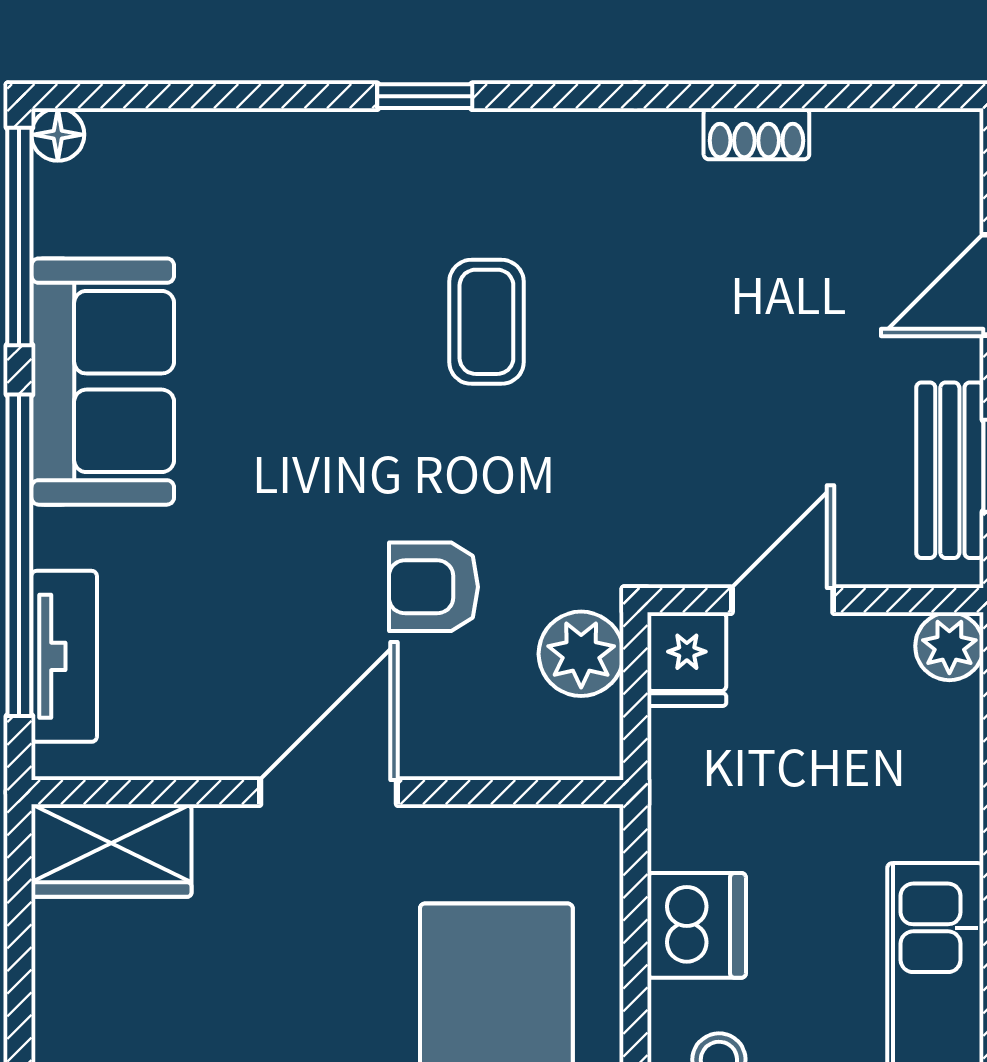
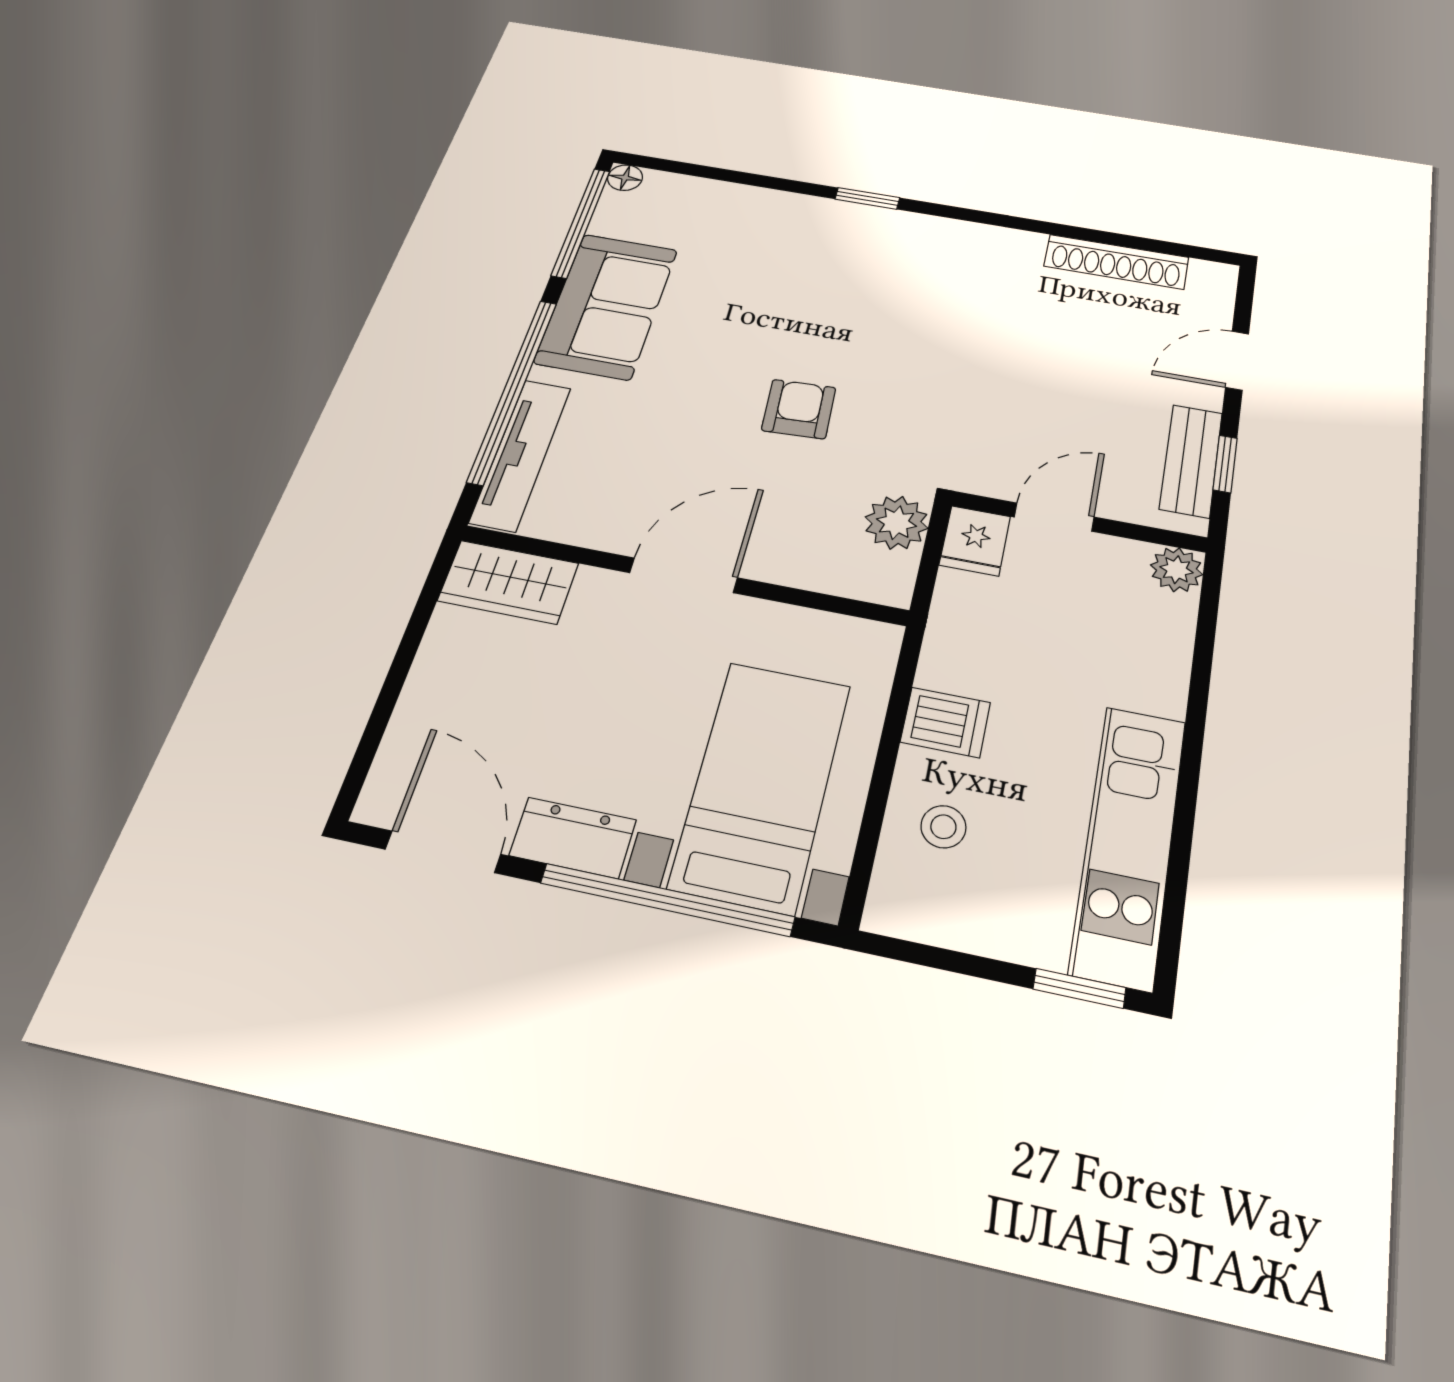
shoe rack: (756, 134) -> (1116, 262), width x1.94, depth x1.24
coffee table: (486, 322) -> (877, 319), removed
armchair: (433, 587) -> (799, 409), moved, turned 87
tv unit: (64, 656) -> (521, 454), width x1.41
dishwasher: (697, 925) -> (945, 722), width x0.73

